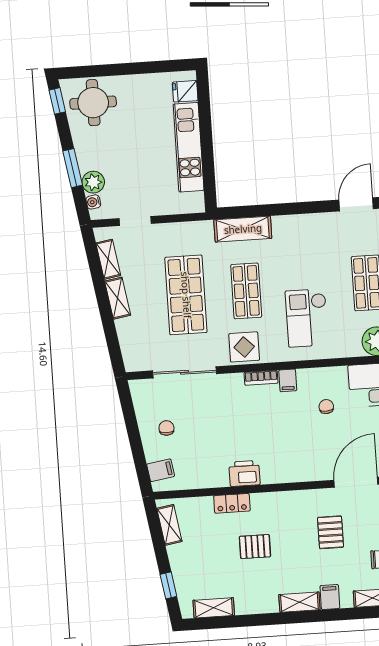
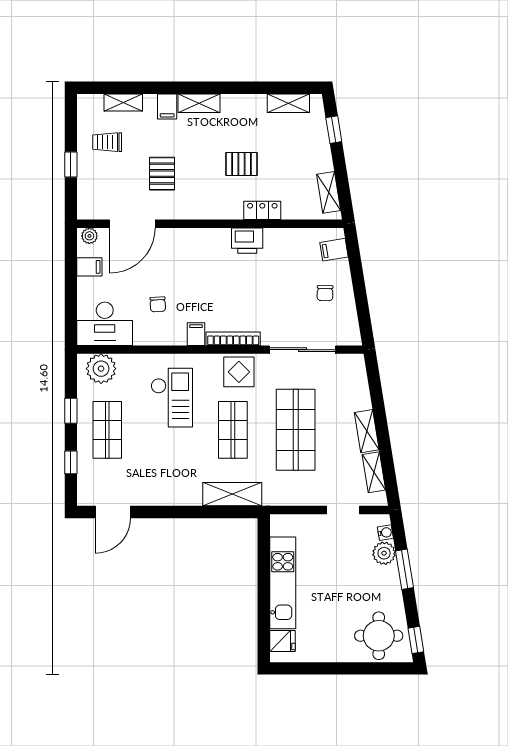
bookcase: (261, 378) -> (233, 339), width x1.56

